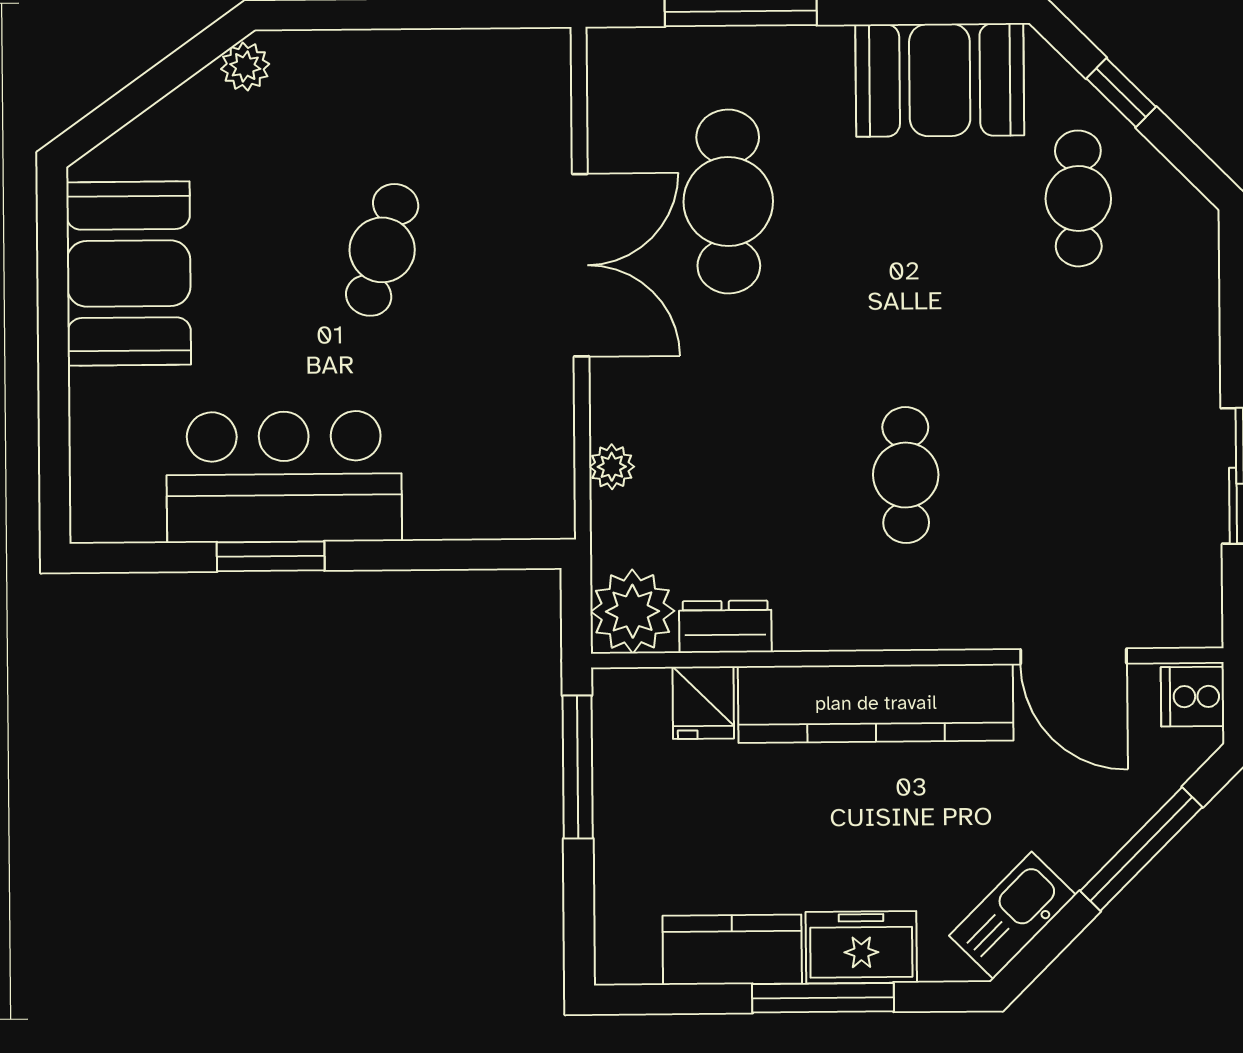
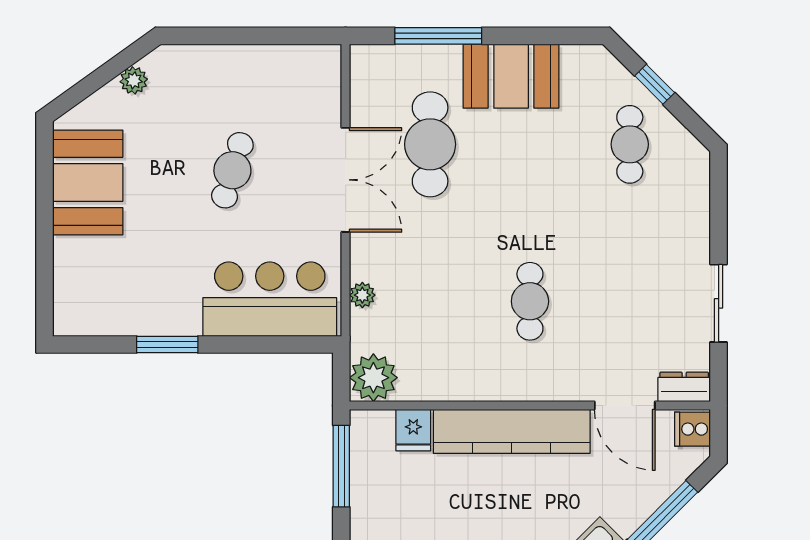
plant: (245, 66) -> (134, 80), moved
booth: (940, 80) -> (511, 76), moved
bar counter: (284, 477) -> (270, 299), moved
dresser: (725, 627) -> (684, 387), moved

